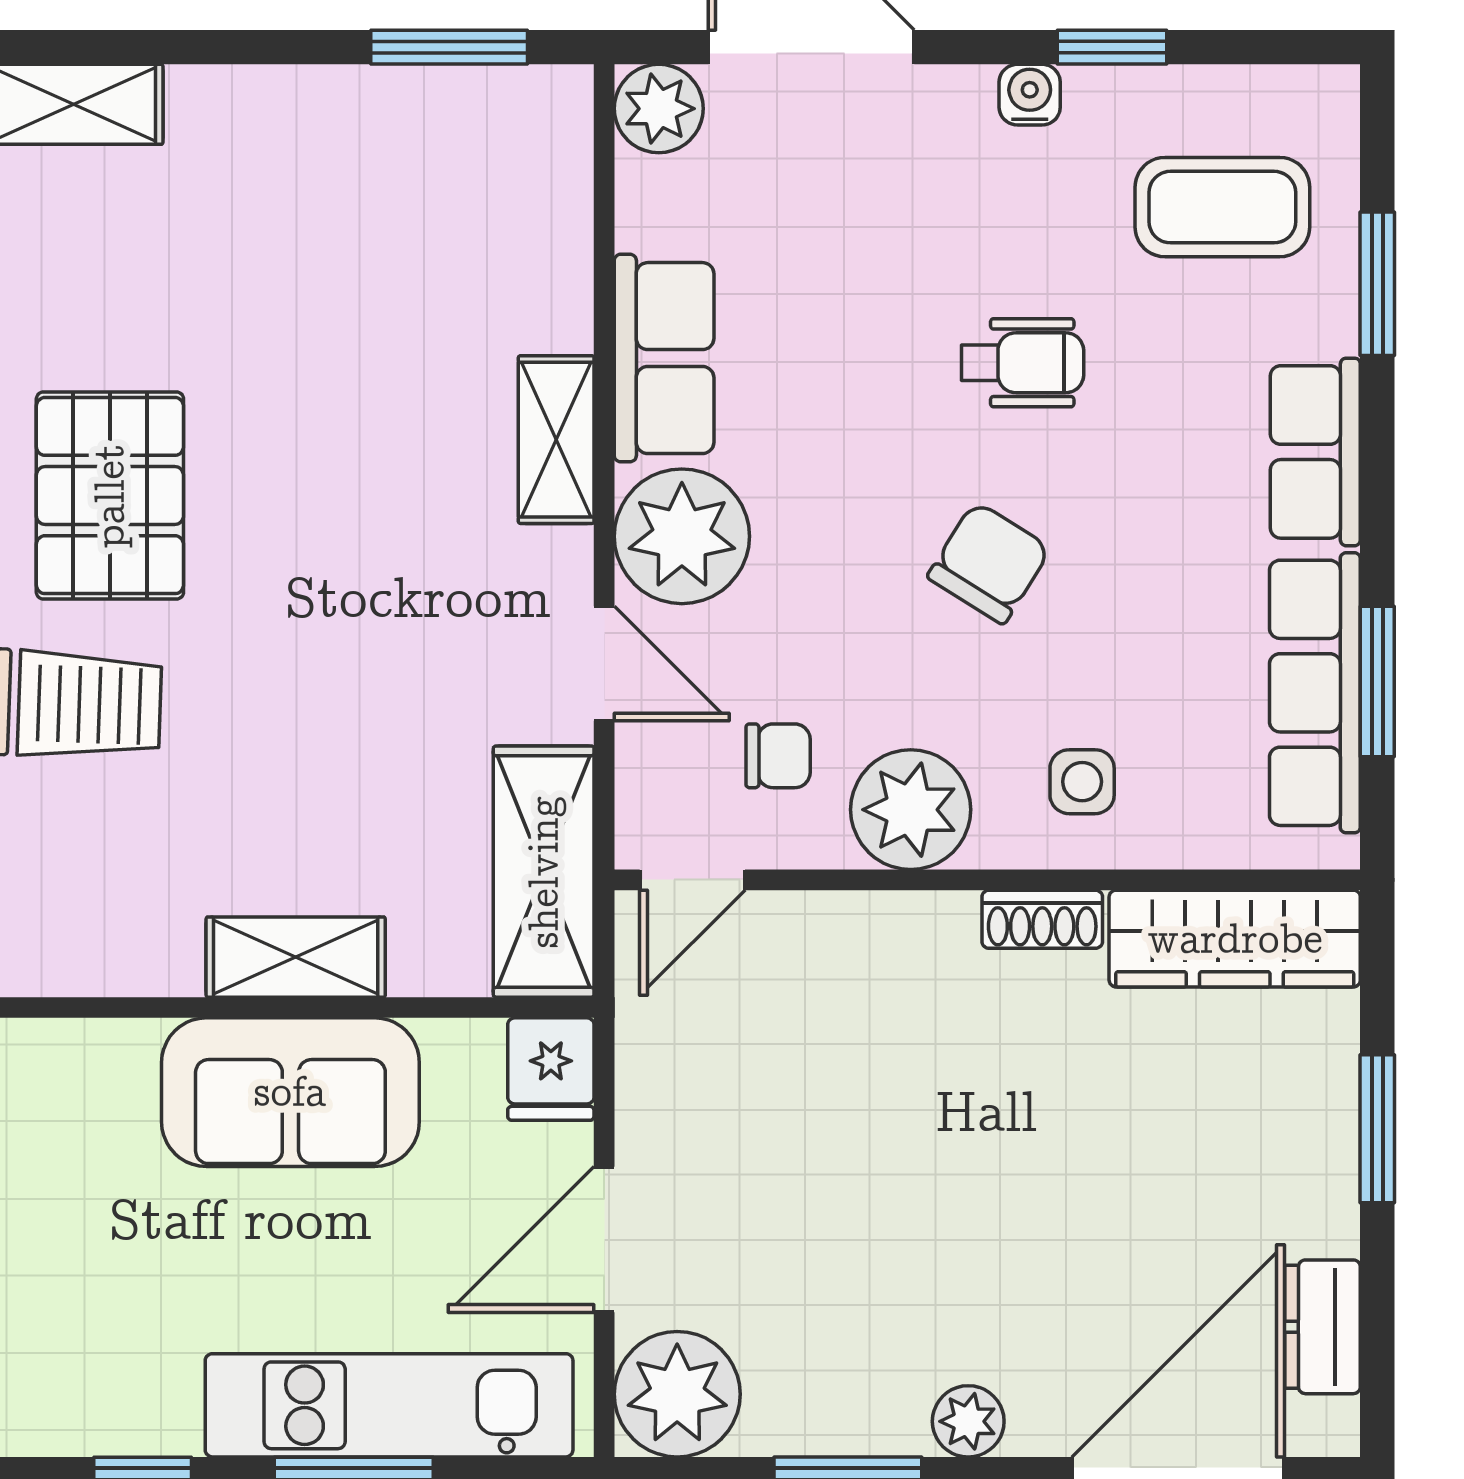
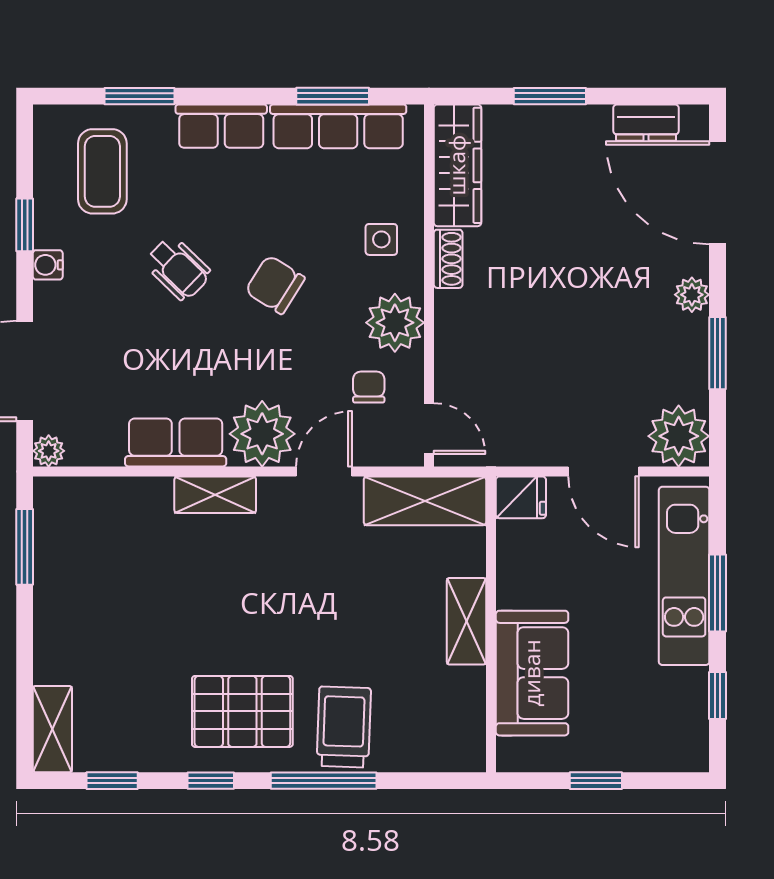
plant: (659, 109) -> (49, 451), width x0.73, depth x0.73
wheelchair: (1022, 363) -> (178, 268), turned 134
sofa: (290, 1092) -> (532, 673), moved

